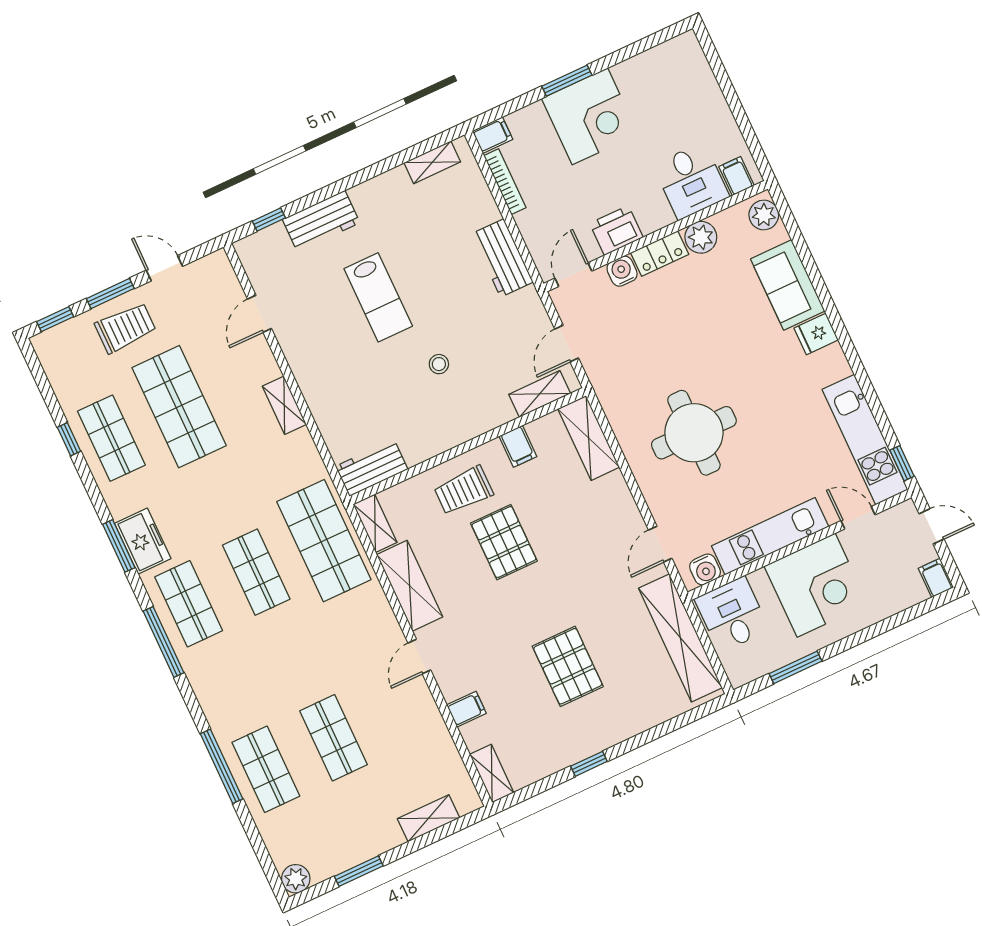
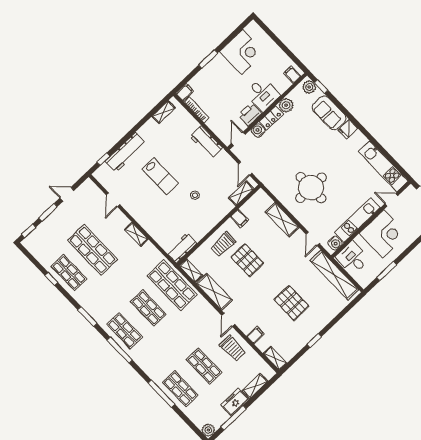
corner desk: (590, 116) -> (242, 52), moved
desk: (691, 181) -> (263, 94), moved
workbench: (321, 221) -> (126, 152), width x1.38
trolley: (125, 328) -> (233, 348), moved, turned 90
shelving: (589, 438) -> (282, 220), moved
window: (902, 463) -> (321, 87), moved
freezer: (143, 541) -> (235, 402), moved, turned -90
window: (359, 871) -> (233, 418), width x1.44

